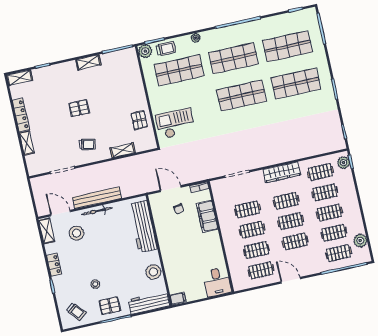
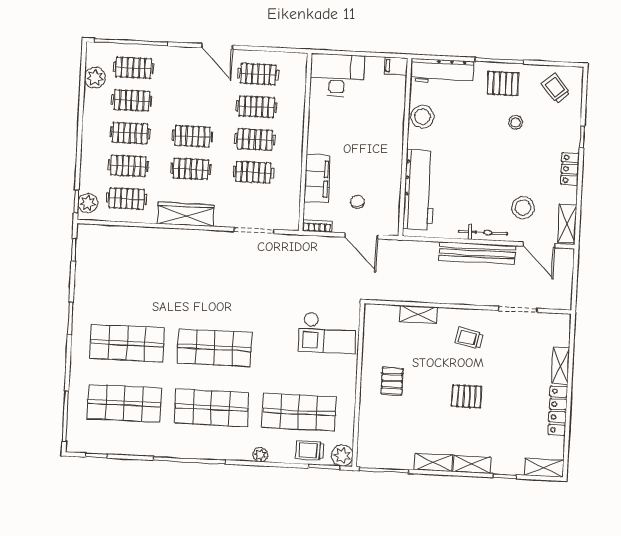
shelving: (64, 68) -> (472, 464), added
pallet: (139, 120) -> (392, 381), moved
clothes rail: (295, 241) -> (194, 104), removed
desk: (217, 282) -> (337, 75), width x1.37

